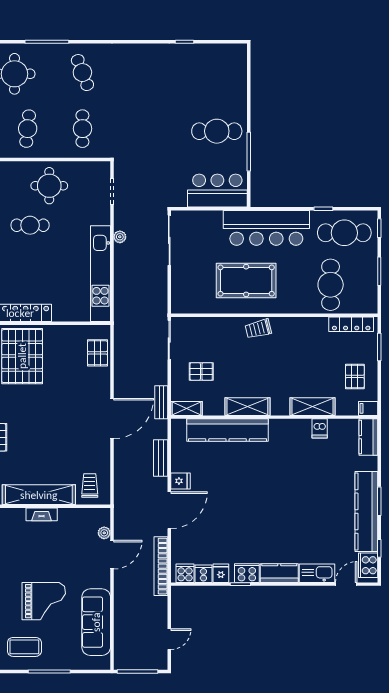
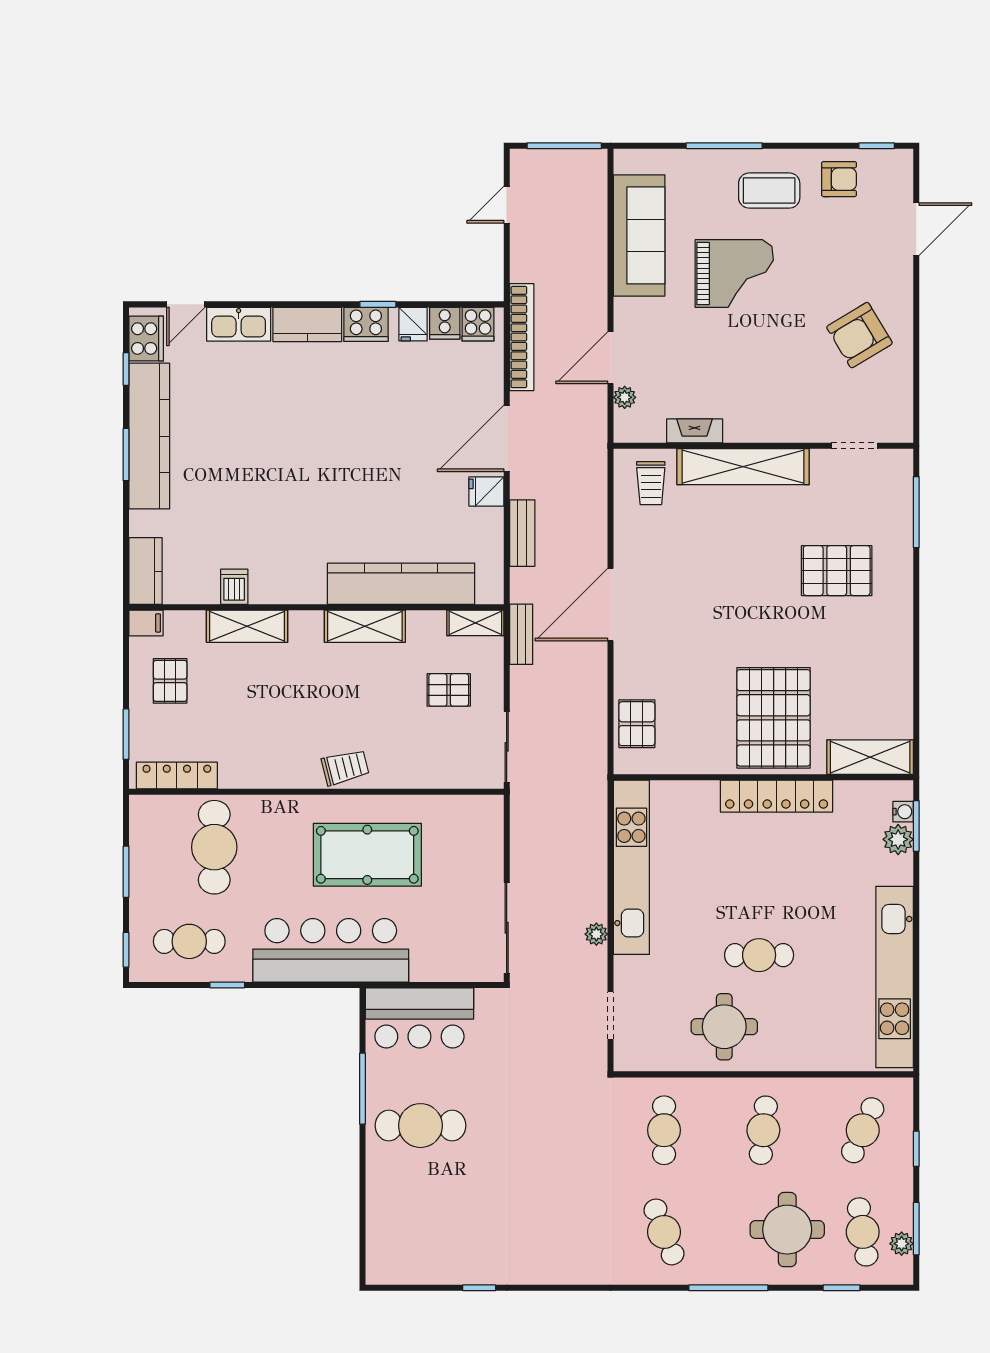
cafe table: (344, 233) -> (189, 941), width x0.73, depth x0.74
fireplace: (42, 514) -> (695, 431), moved
grand piano: (44, 601) -> (734, 274), turned 180

